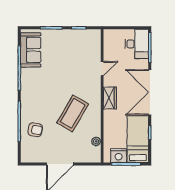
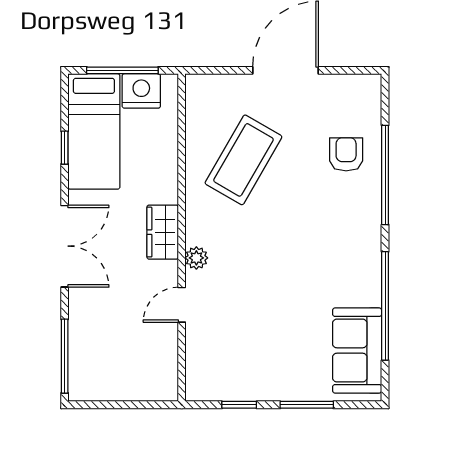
desk: (137, 44) -> (96, 365), removed
double door: (150, 92) -> (65, 246), width x0.73
coffee table: (73, 113) -> (243, 160), moved
armchair: (35, 130) -> (346, 154), turned 80
plant: (96, 141) -> (196, 258), moved

